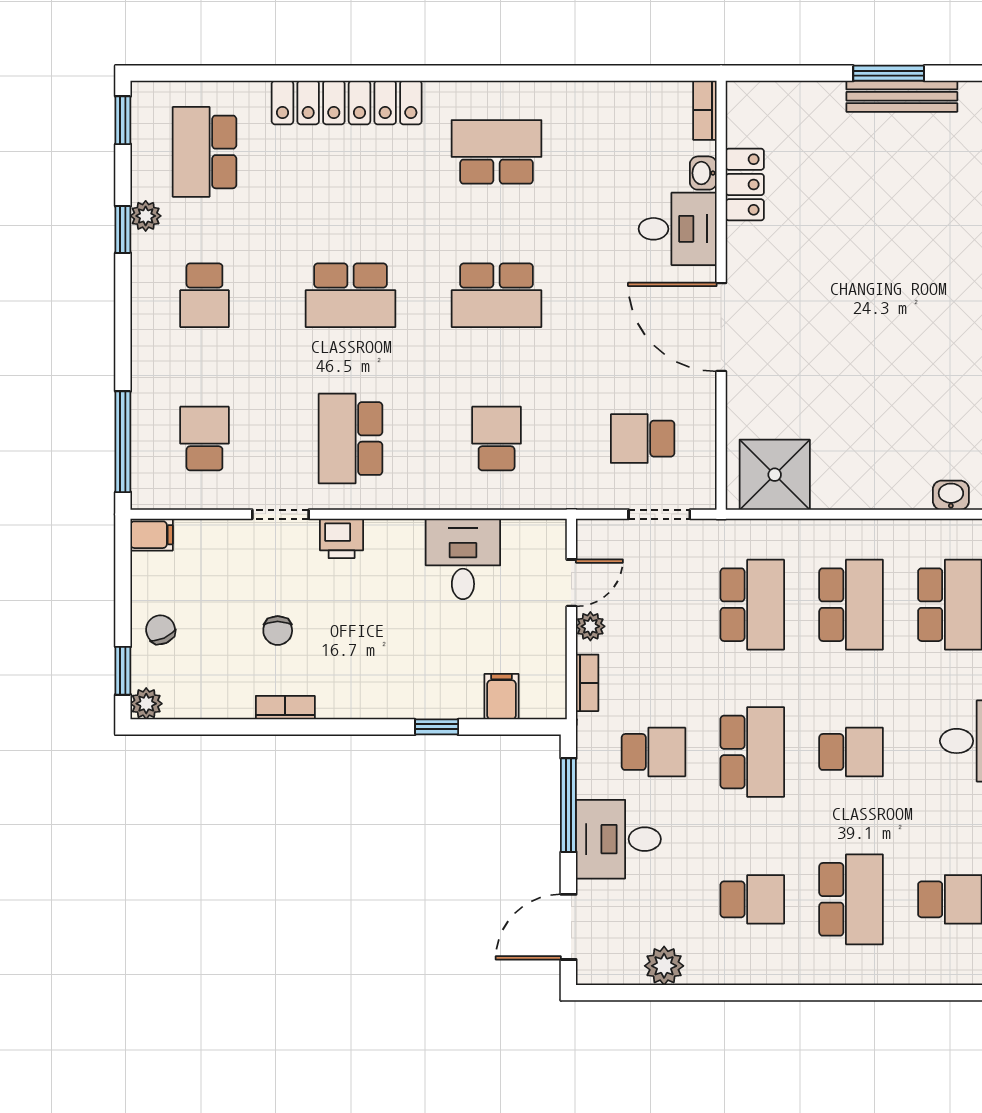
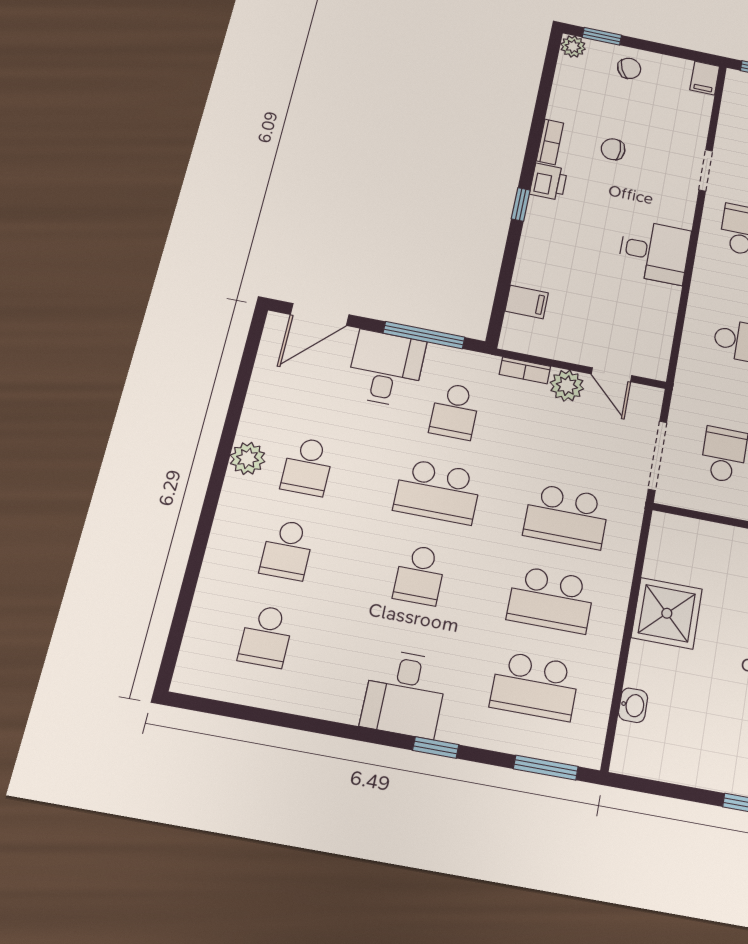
shower: (775, 475) -> (667, 613), moved
doorway: (659, 514) -> (657, 456), width x1.38
printer: (342, 538) -> (549, 182), moved, turned 180
desk: (463, 559) -> (654, 252), moved
plant: (590, 626) -> (567, 386), width x1.38, depth x1.38
window: (437, 727) -> (521, 204), moved
school desk: (851, 899) -> (287, 550), width x0.54
door: (568, 927) -> (320, 315), swing flipped
plant: (664, 966) -> (248, 458), moved

